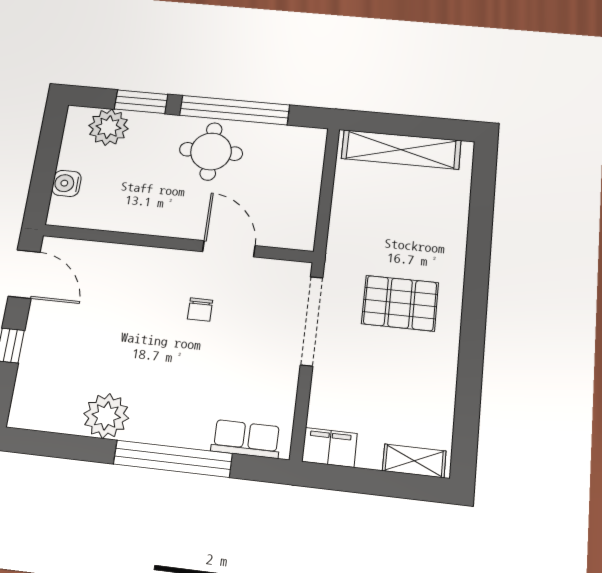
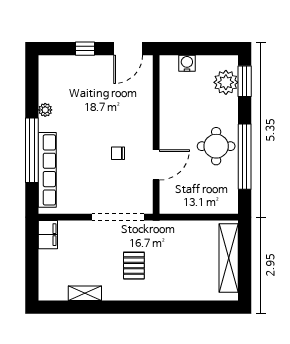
window: (141, 102) -> (245, 81), moved
pallet: (400, 303) -> (134, 266), width x0.67, depth x0.71
plant: (106, 416) -> (45, 110), width x0.53, depth x0.53
row of seats: (246, 439) -> (47, 170), width x2.02
shelving: (414, 461) -> (85, 293), moved, turned 90

